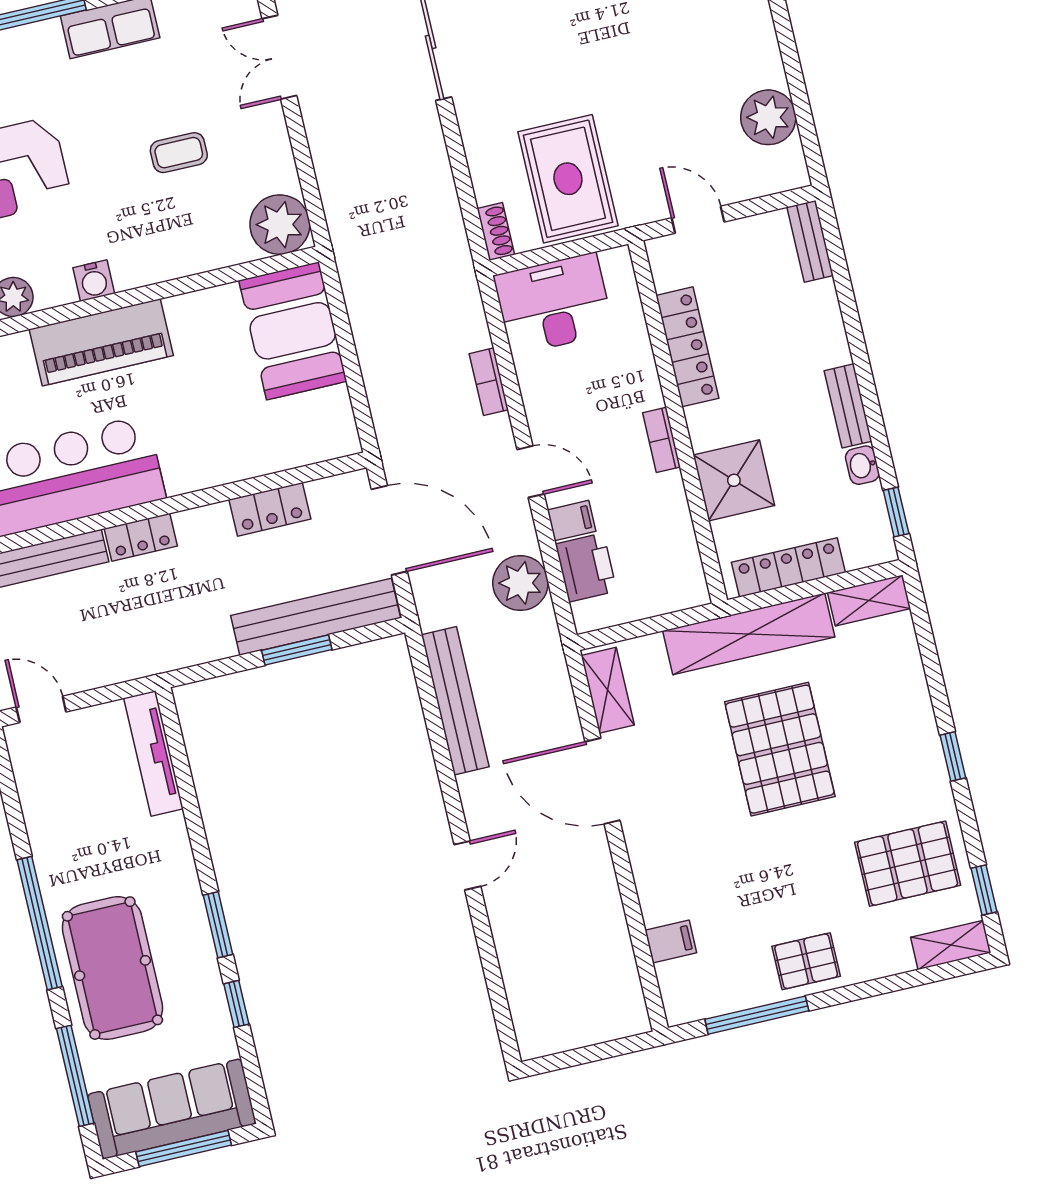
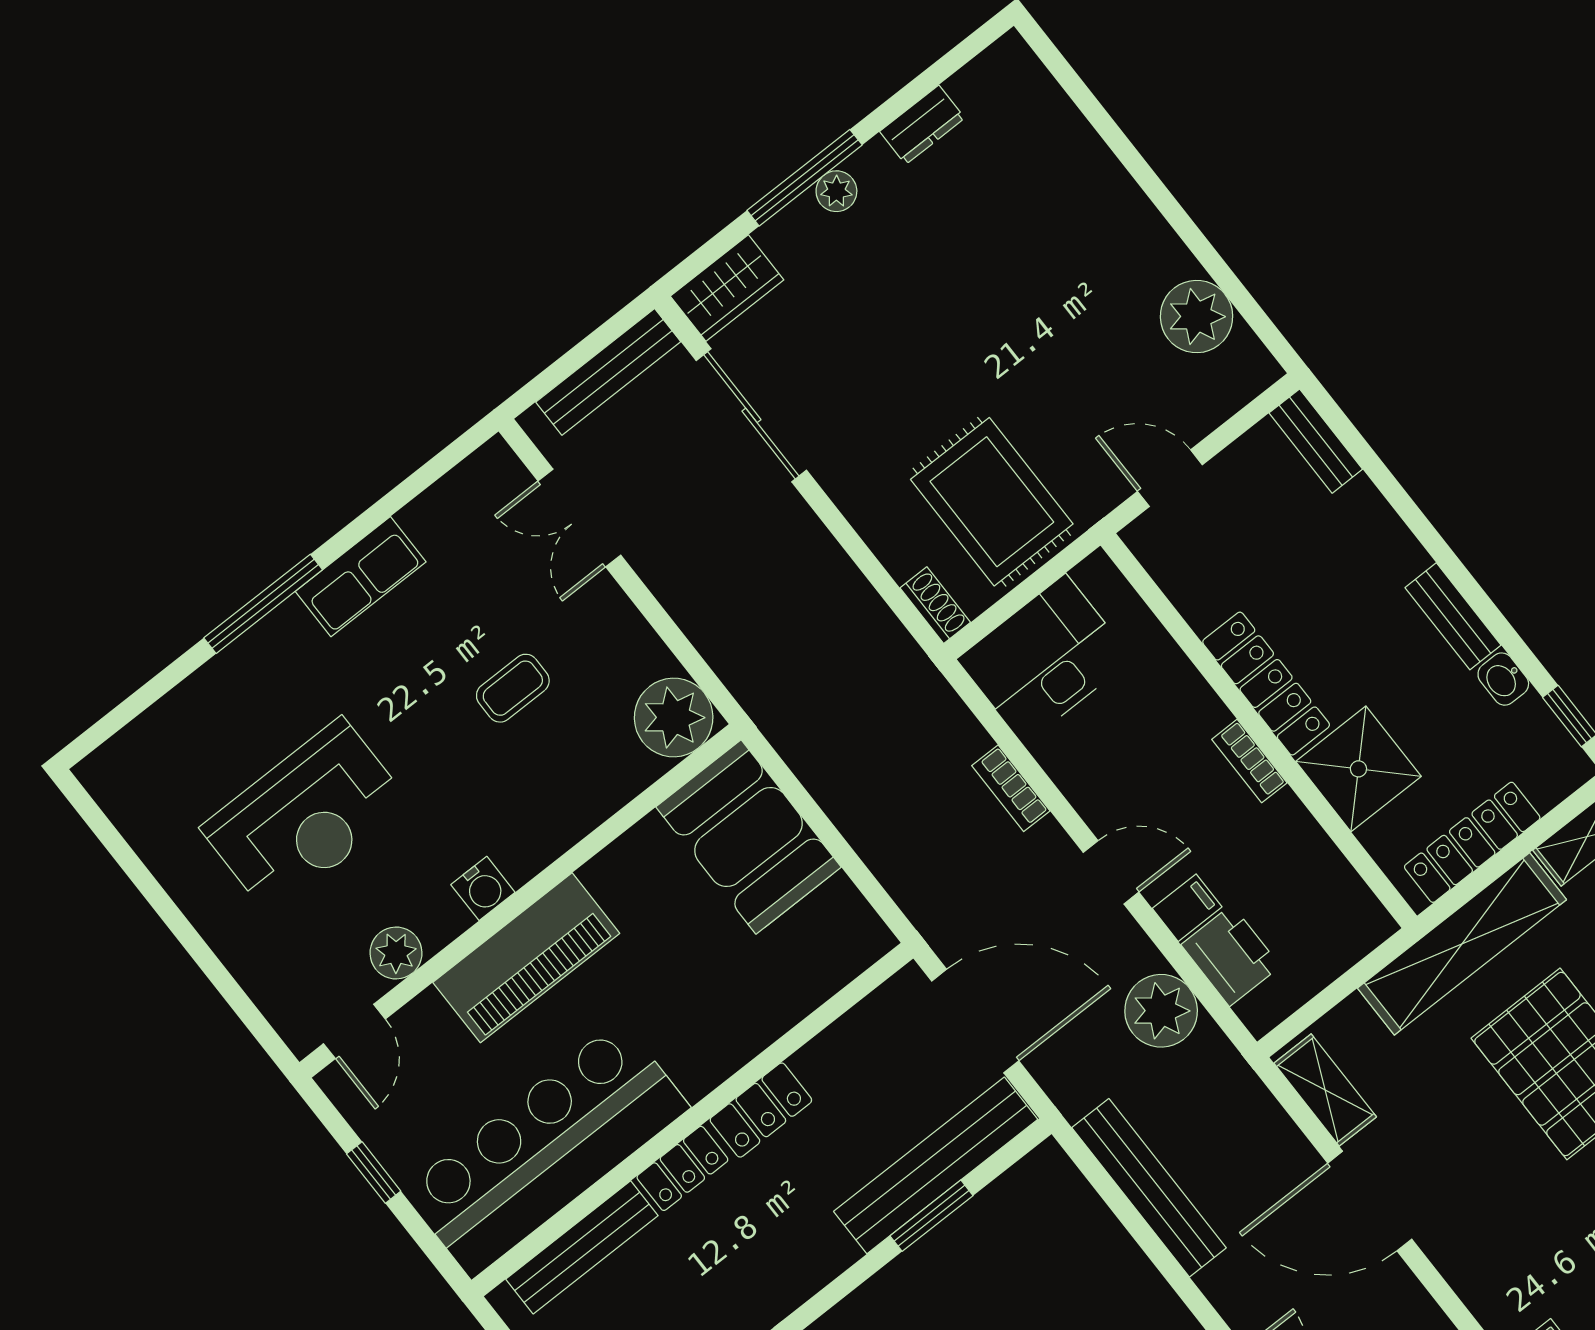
locker: (687, 347) -> (1266, 684), moved
locker: (270, 509) -> (761, 1110), moved

